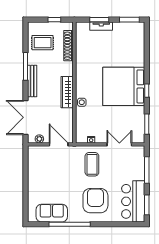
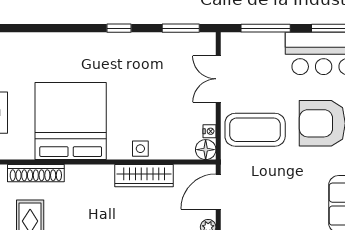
bed: (124, 86) -> (71, 121), moved, turned 180
wardrobe: (67, 92) -> (144, 176), moved
floor lamp: (81, 138) -> (206, 150), added
coffee table: (92, 164) -> (255, 130), width x1.36, depth x1.32

